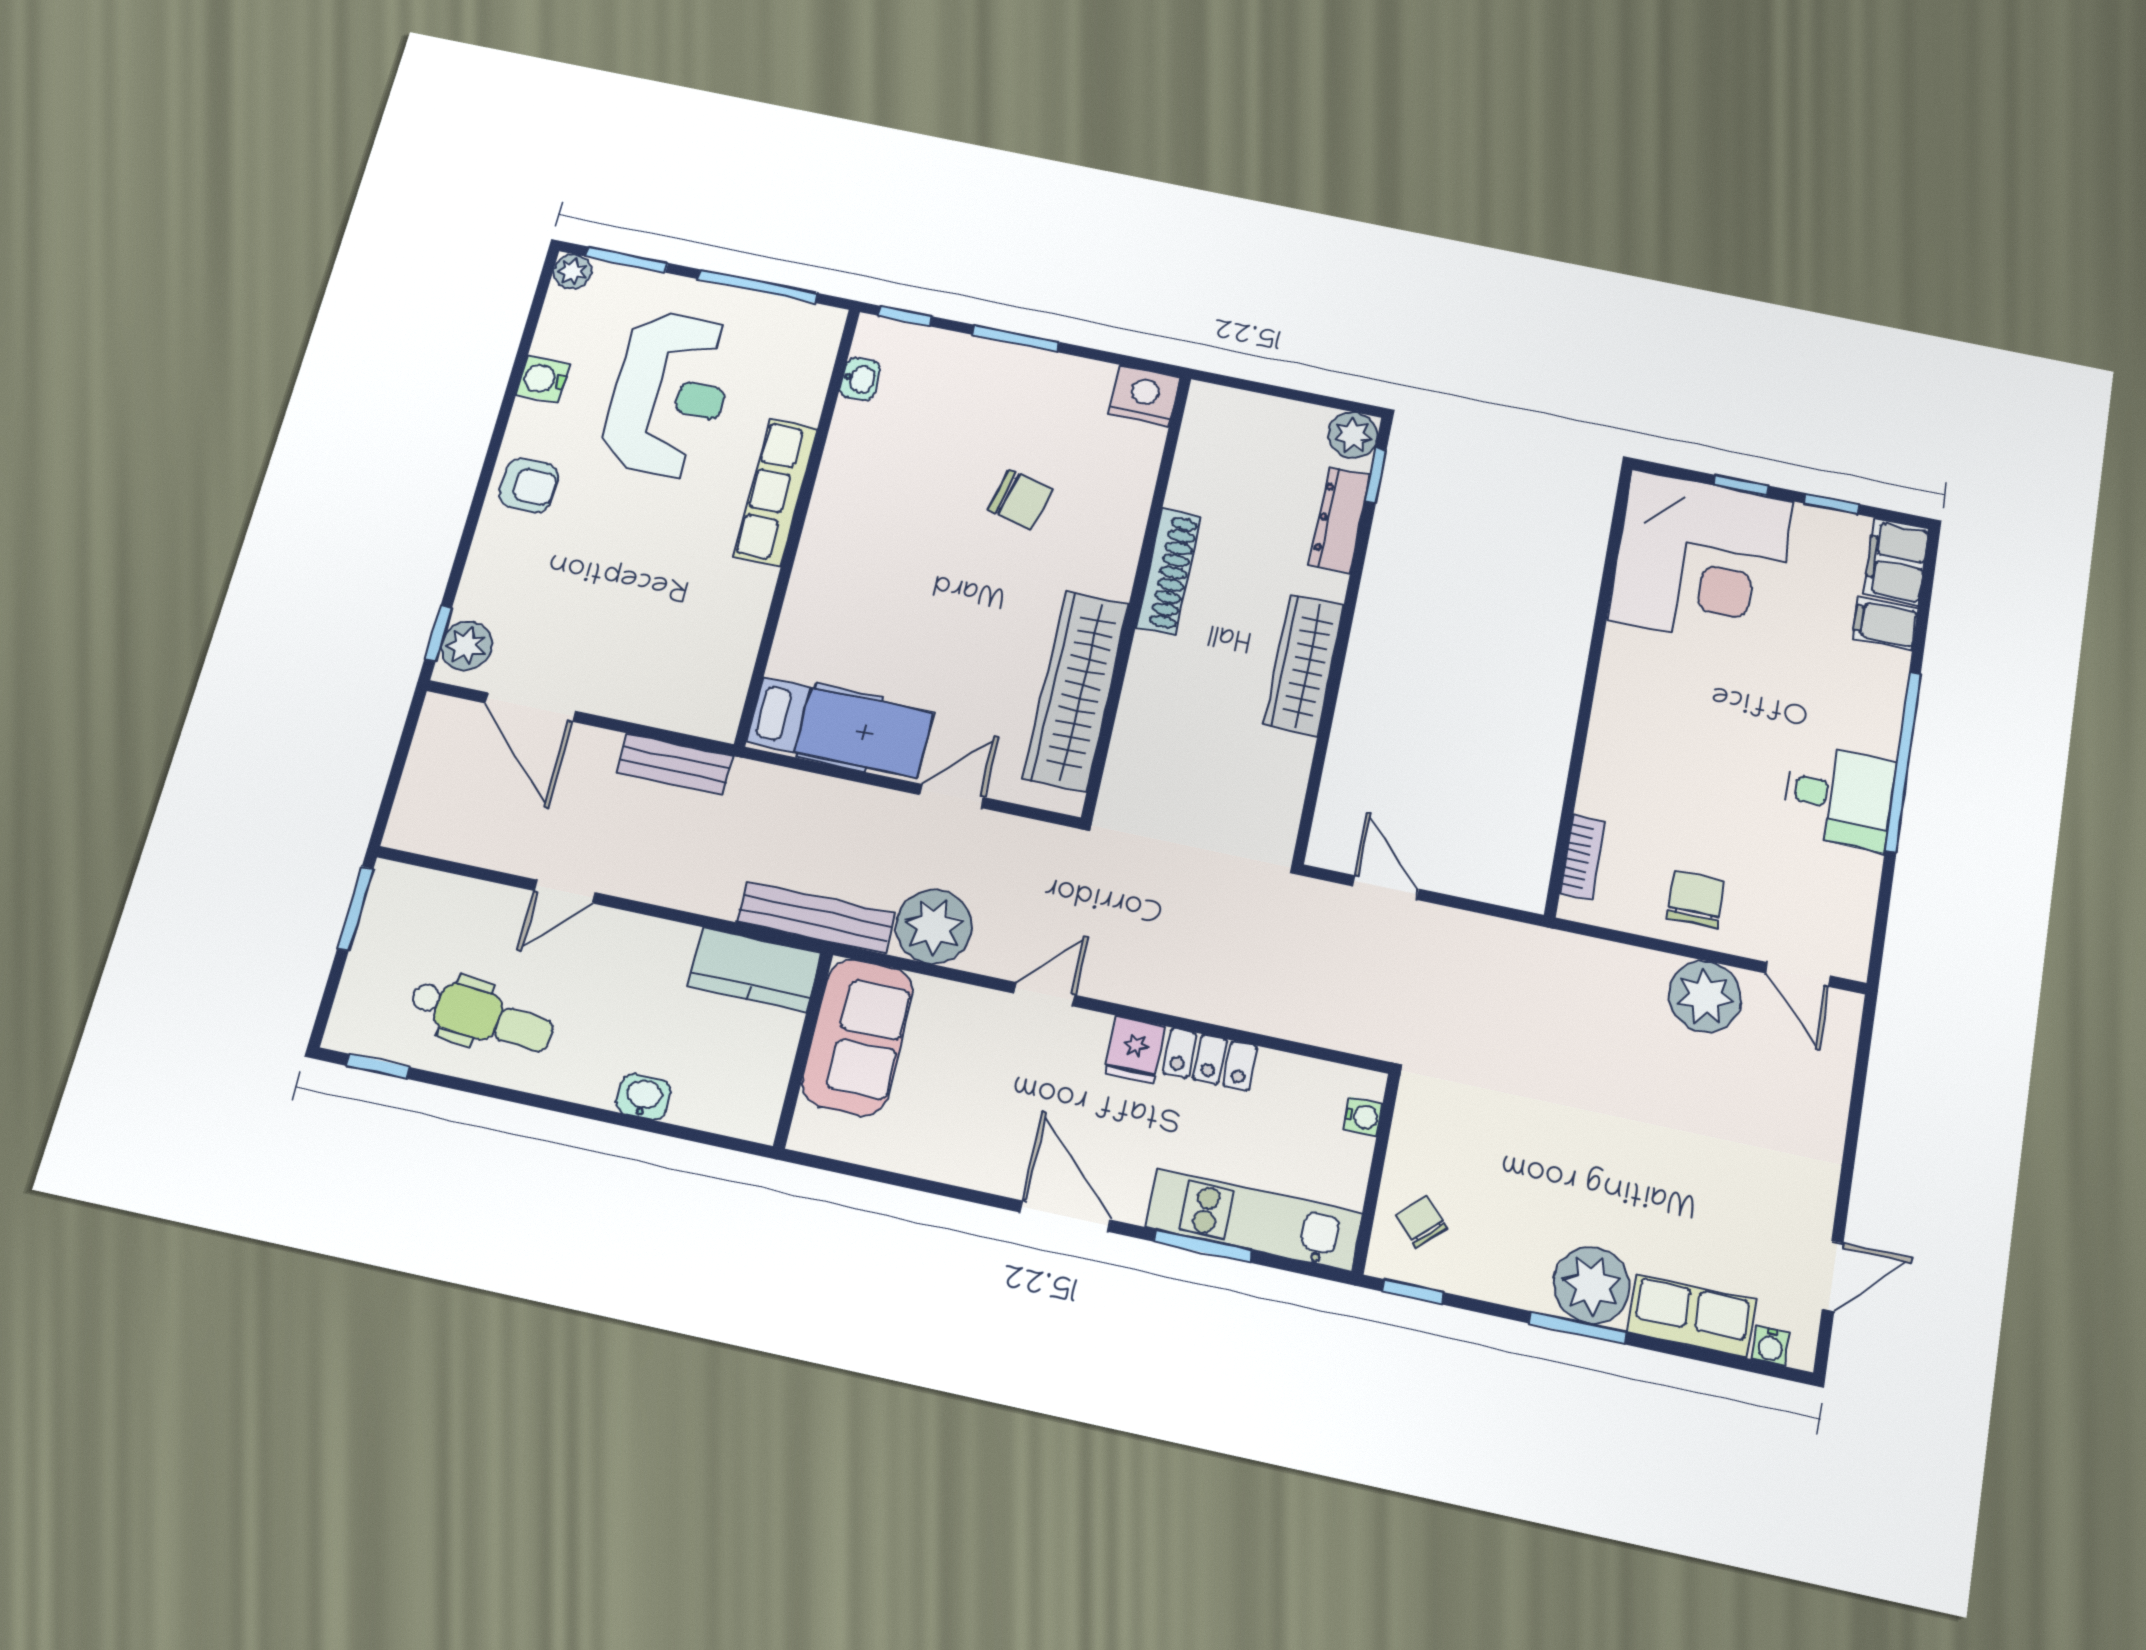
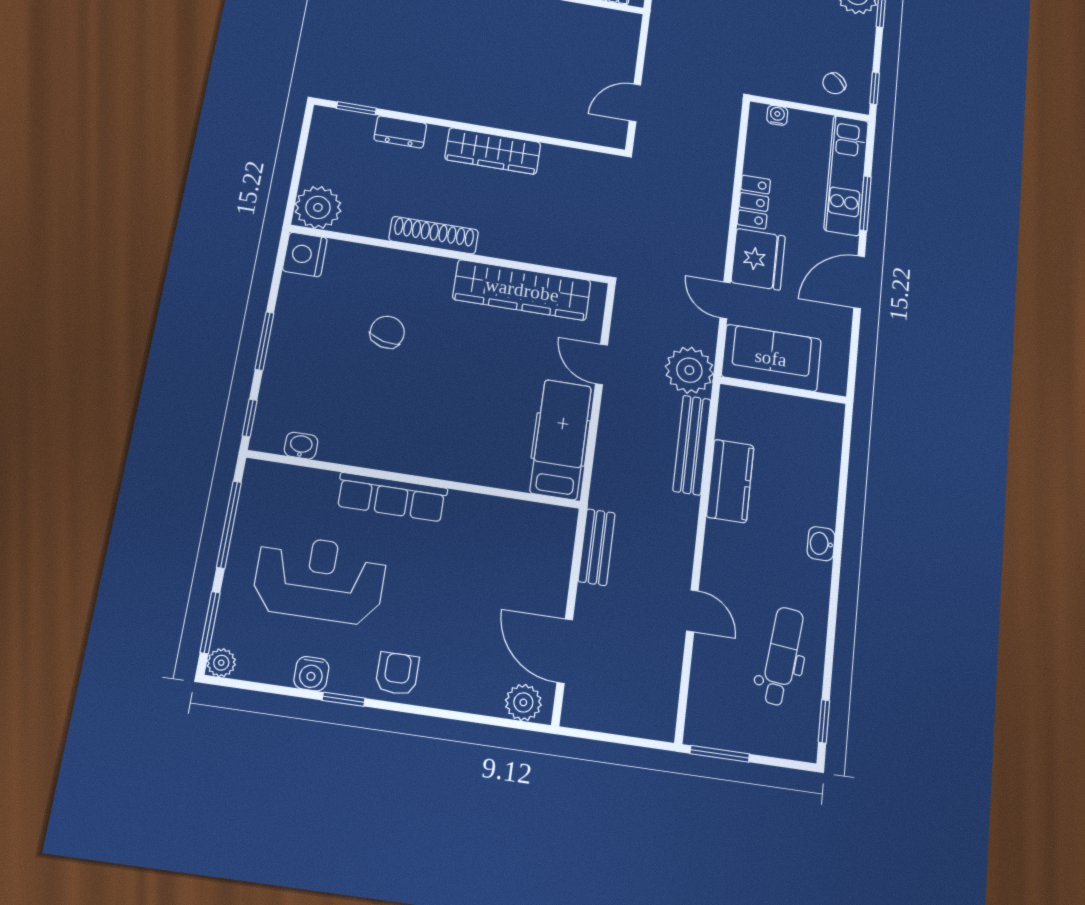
plant: (1353, 435) -> (318, 207), moved, width x1.36, depth x1.36
dresser: (1340, 520) -> (400, 132), width x0.70
window: (438, 633) -> (344, 699), moved
door: (530, 707) -> (565, 651), swing flipped
sofa: (857, 1037) -> (771, 358), moved
wall: (803, 1050) -> (783, 390), moved
fridge: (1135, 1050) -> (758, 259), width x1.88, depth x1.34

